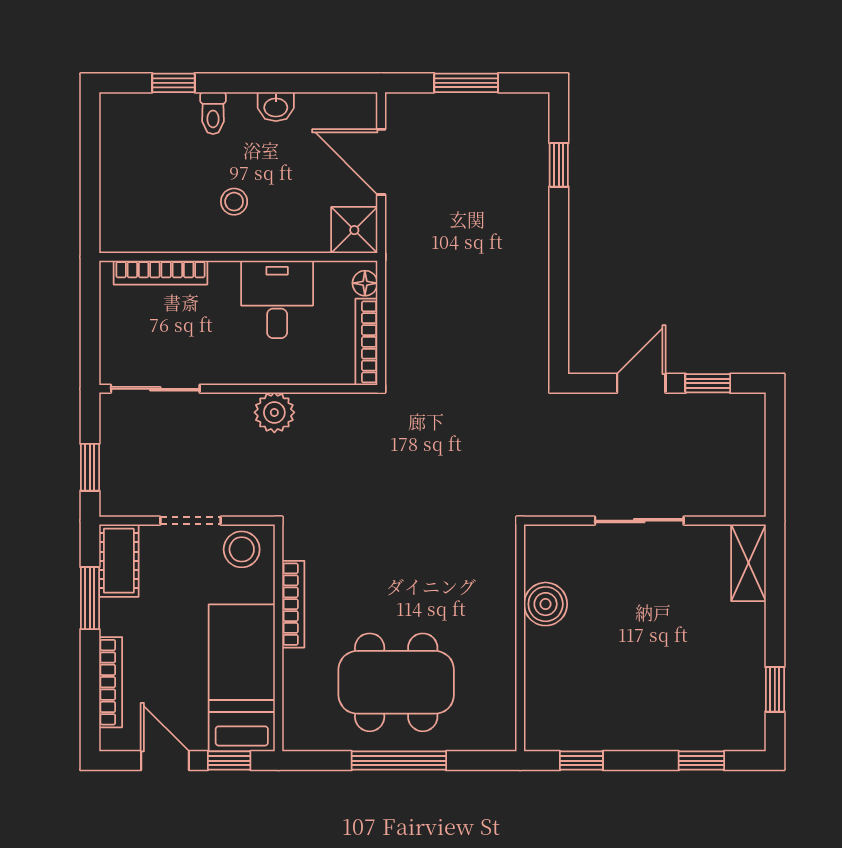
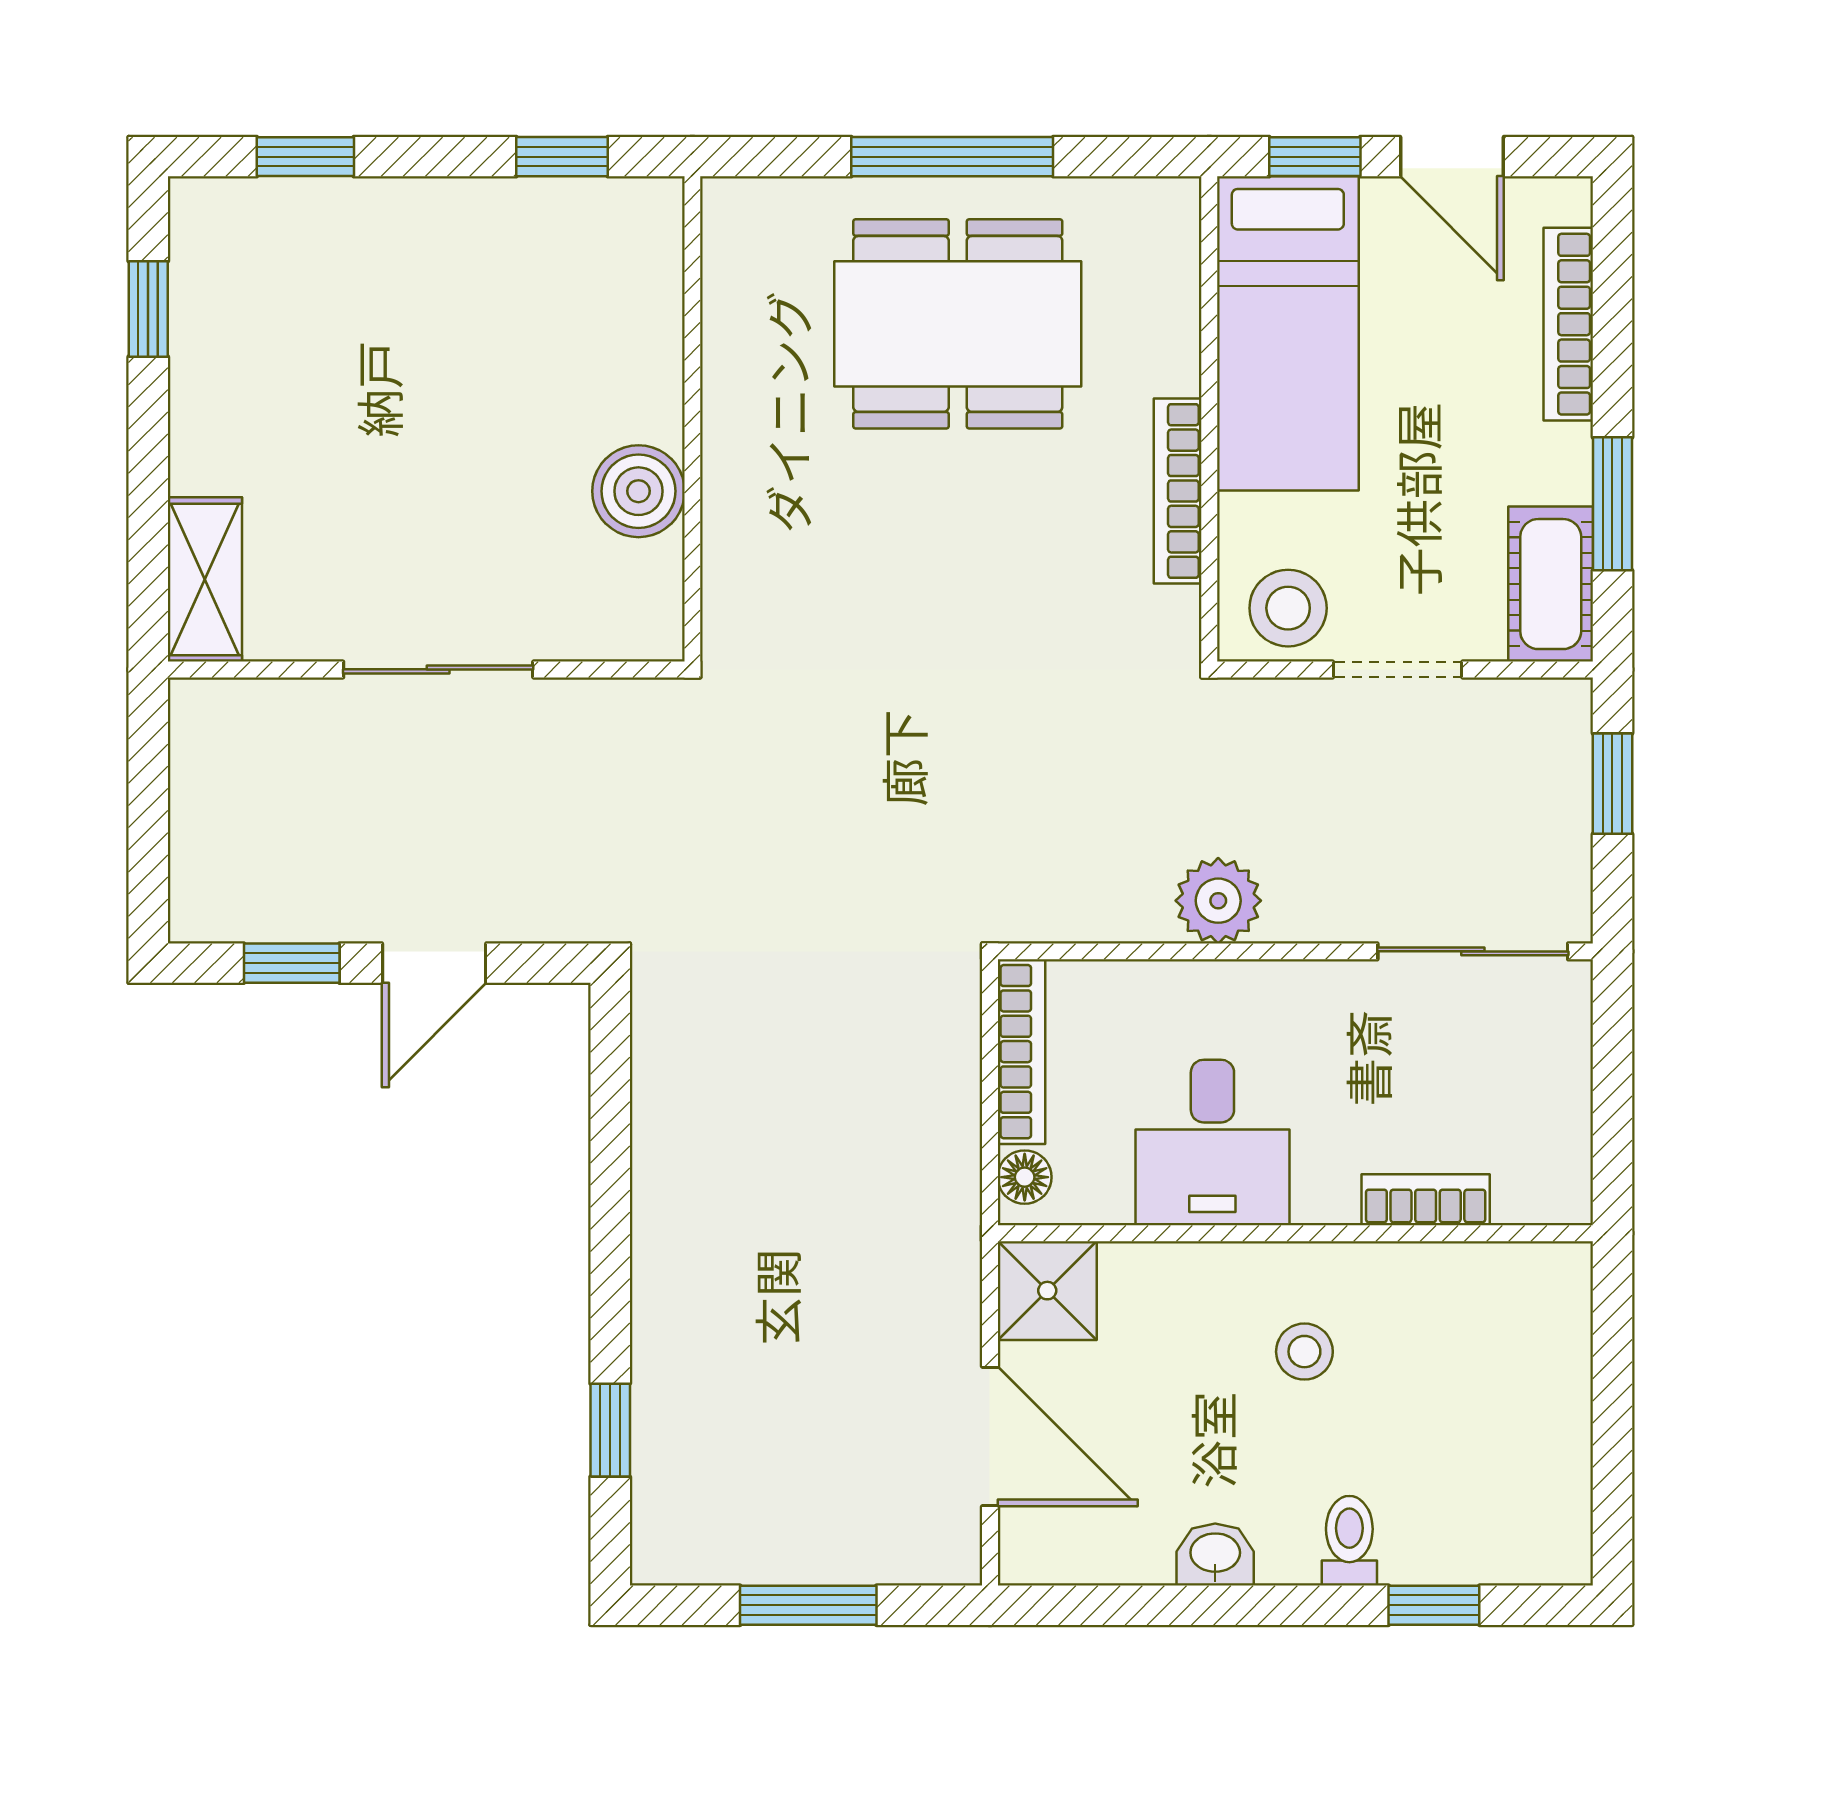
bookcase: (160, 273) -> (1426, 1200), width x0.64

